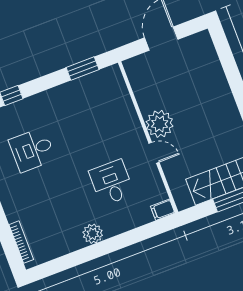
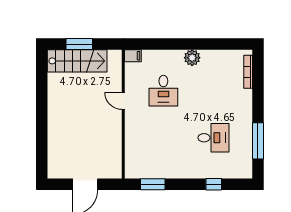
plant: (160, 124) -> (111, 121), removed

